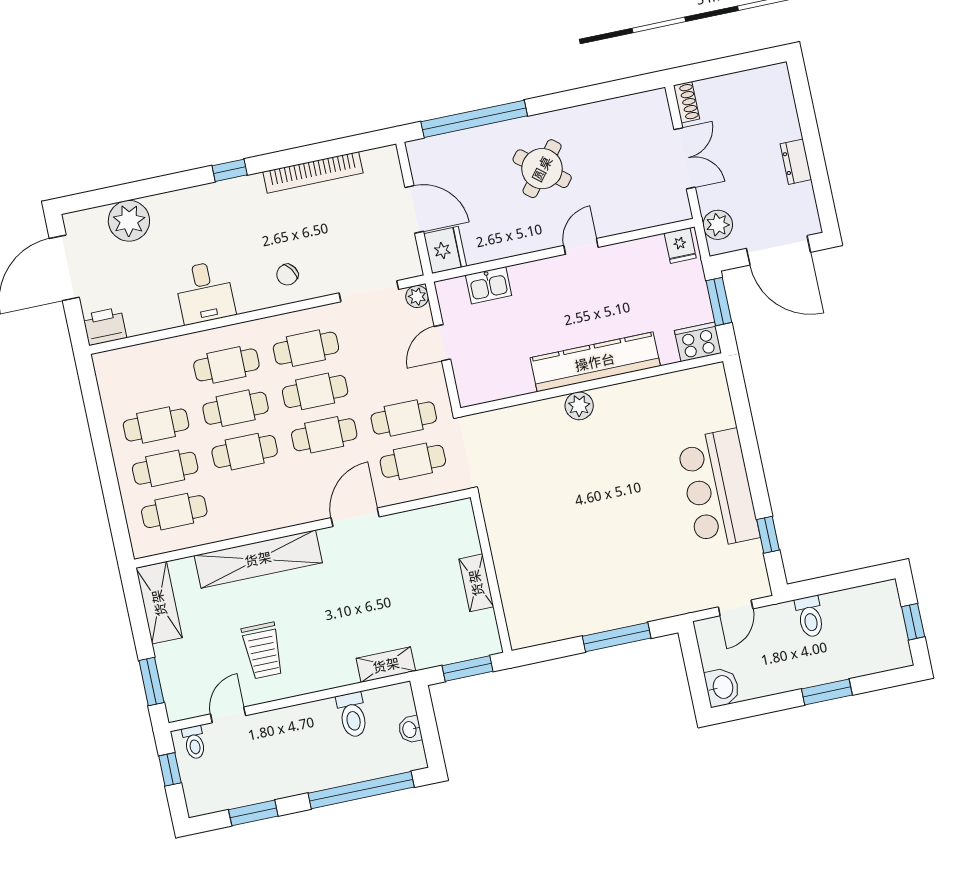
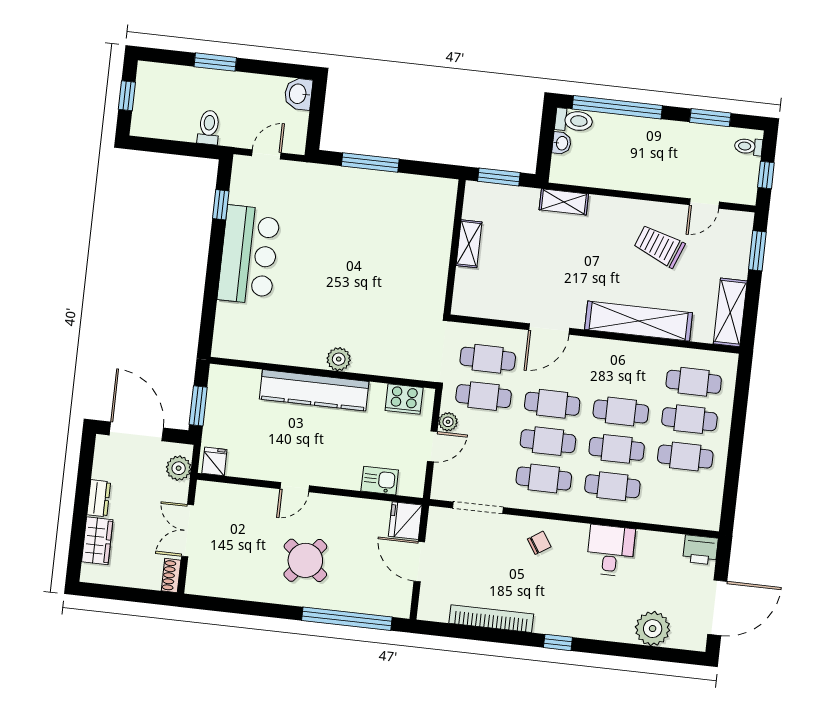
wardrobe: (782, 114) -> (97, 541), added
plant: (417, 297) -> (448, 422), moved
cooker: (698, 342) -> (404, 399), moved
trolley: (263, 651) -> (659, 246), turned -69
toilet: (352, 715) -> (574, 120), moved, turned 90
toilet: (194, 743) -> (748, 146), moved, turned -90

